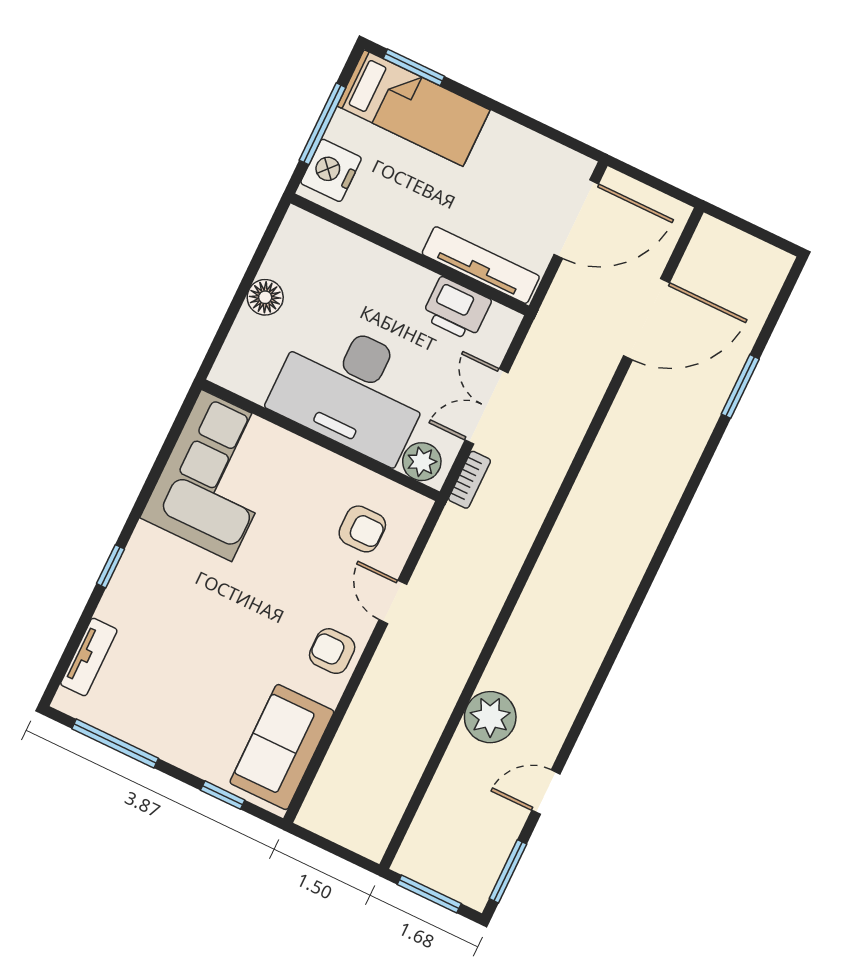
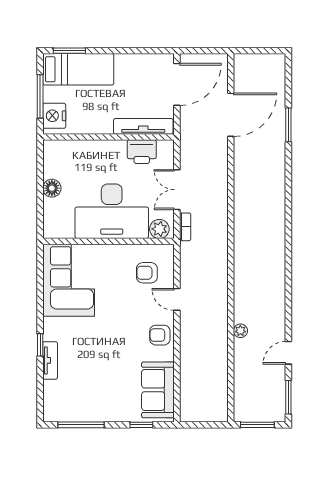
armchair: (362, 529) -> (147, 273), turned 180
tv unit: (89, 657) -> (50, 360), moved
plant: (490, 717) -> (240, 331), width x0.53, depth x0.53

